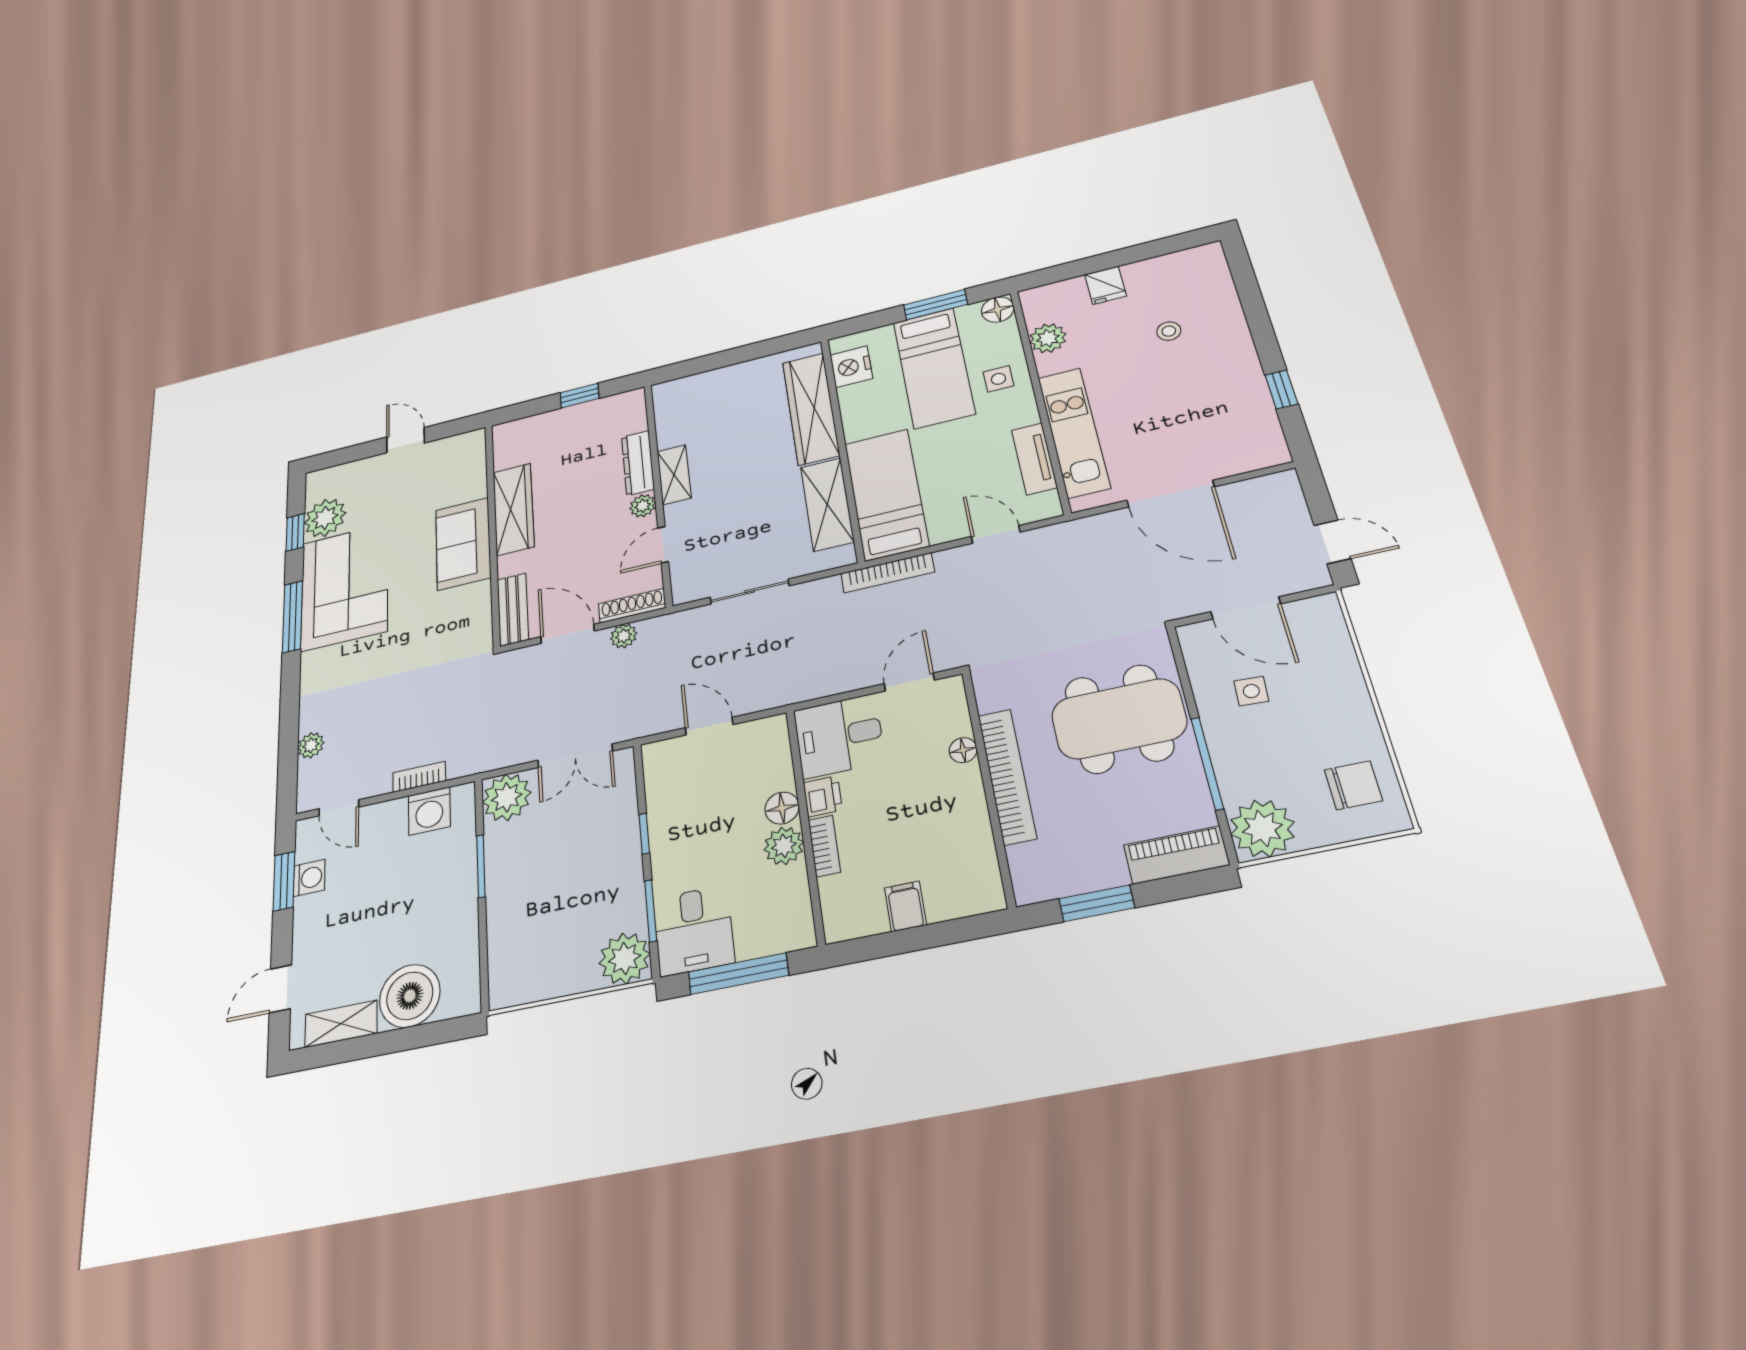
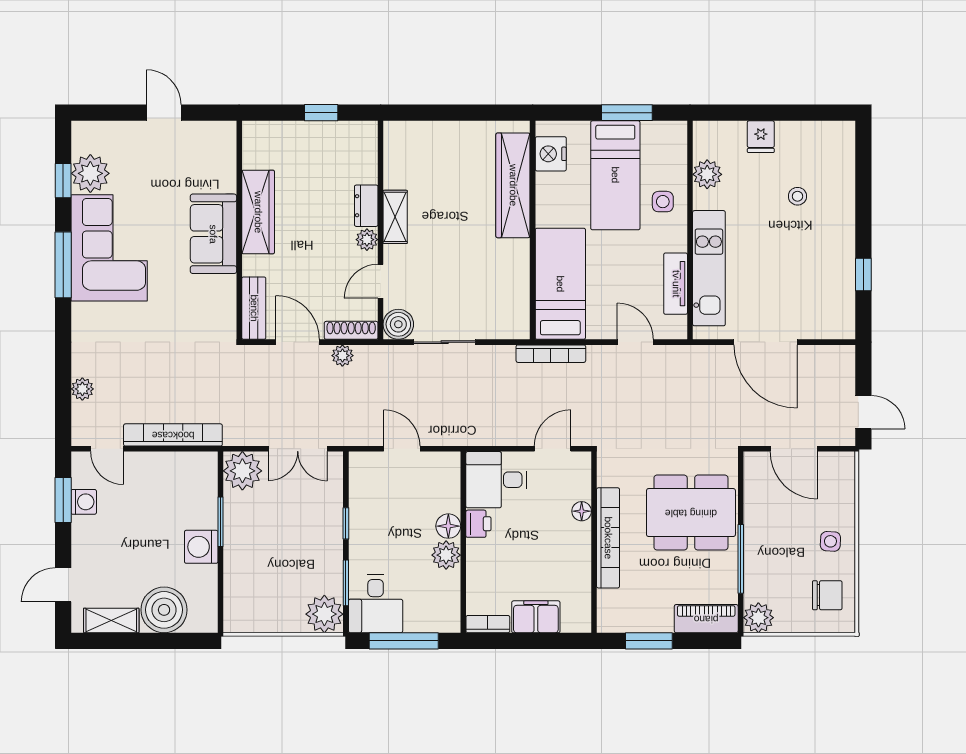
floor lamp: (998, 310) -> (674, 134), removed
dresser: (638, 463) -> (366, 206), width x0.70
shelving: (827, 504) -> (514, 280), removed
boiler: (690, 586) -> (398, 324), added
side table: (1251, 691) -> (830, 541), moved
bookcase: (419, 777) -> (173, 435), width x2.31, depth x1.31
washing machine: (429, 811) -> (201, 547), moved, turned 90
plant: (1262, 828) -> (758, 618), width x0.73, depth x0.73
bookcase: (824, 846) -> (488, 624), moved, turned -90
filing cabinet: (905, 906) -> (536, 617), width x2.00

